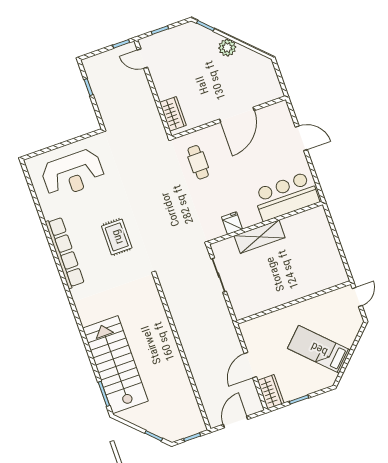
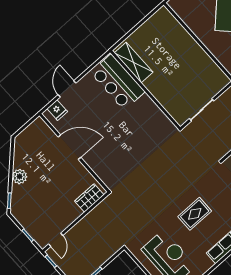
cafe table: (198, 162) -> (119, 162), removed
fridge: (232, 223) -> (57, 110), moved, turned -90
rug: (117, 237) -> (195, 214), moved
shelving: (260, 237) -> (134, 63), moved

